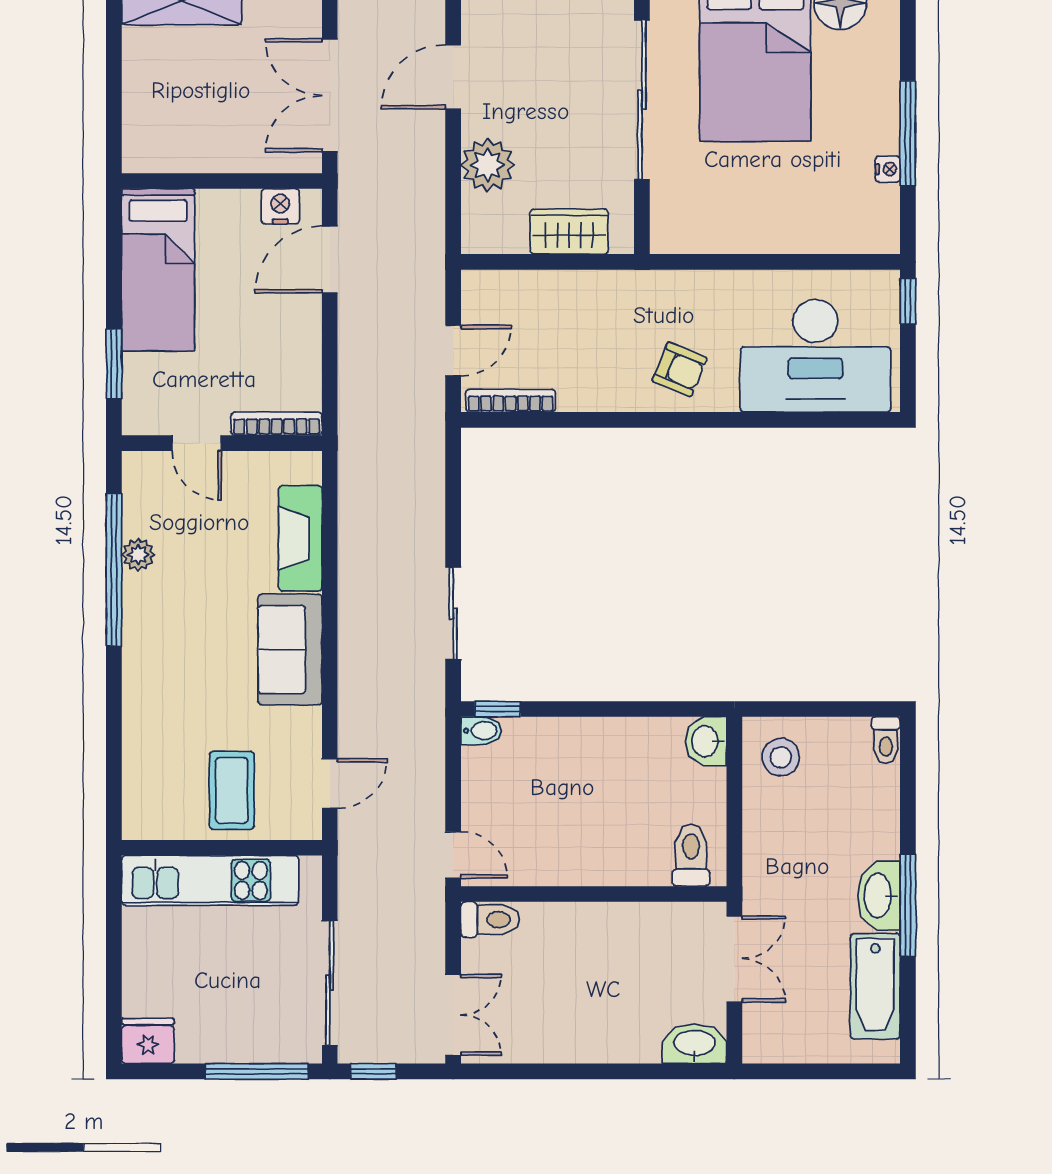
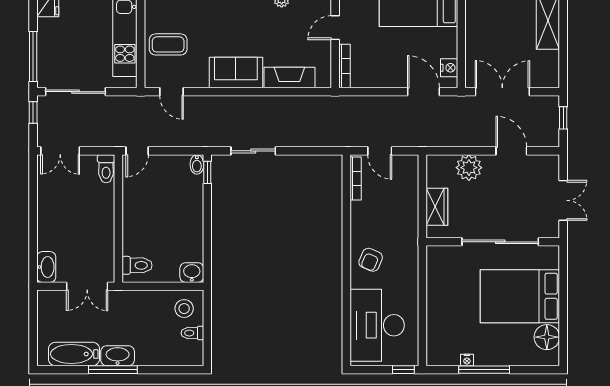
toilet: (886, 740) -> (192, 333), moved

